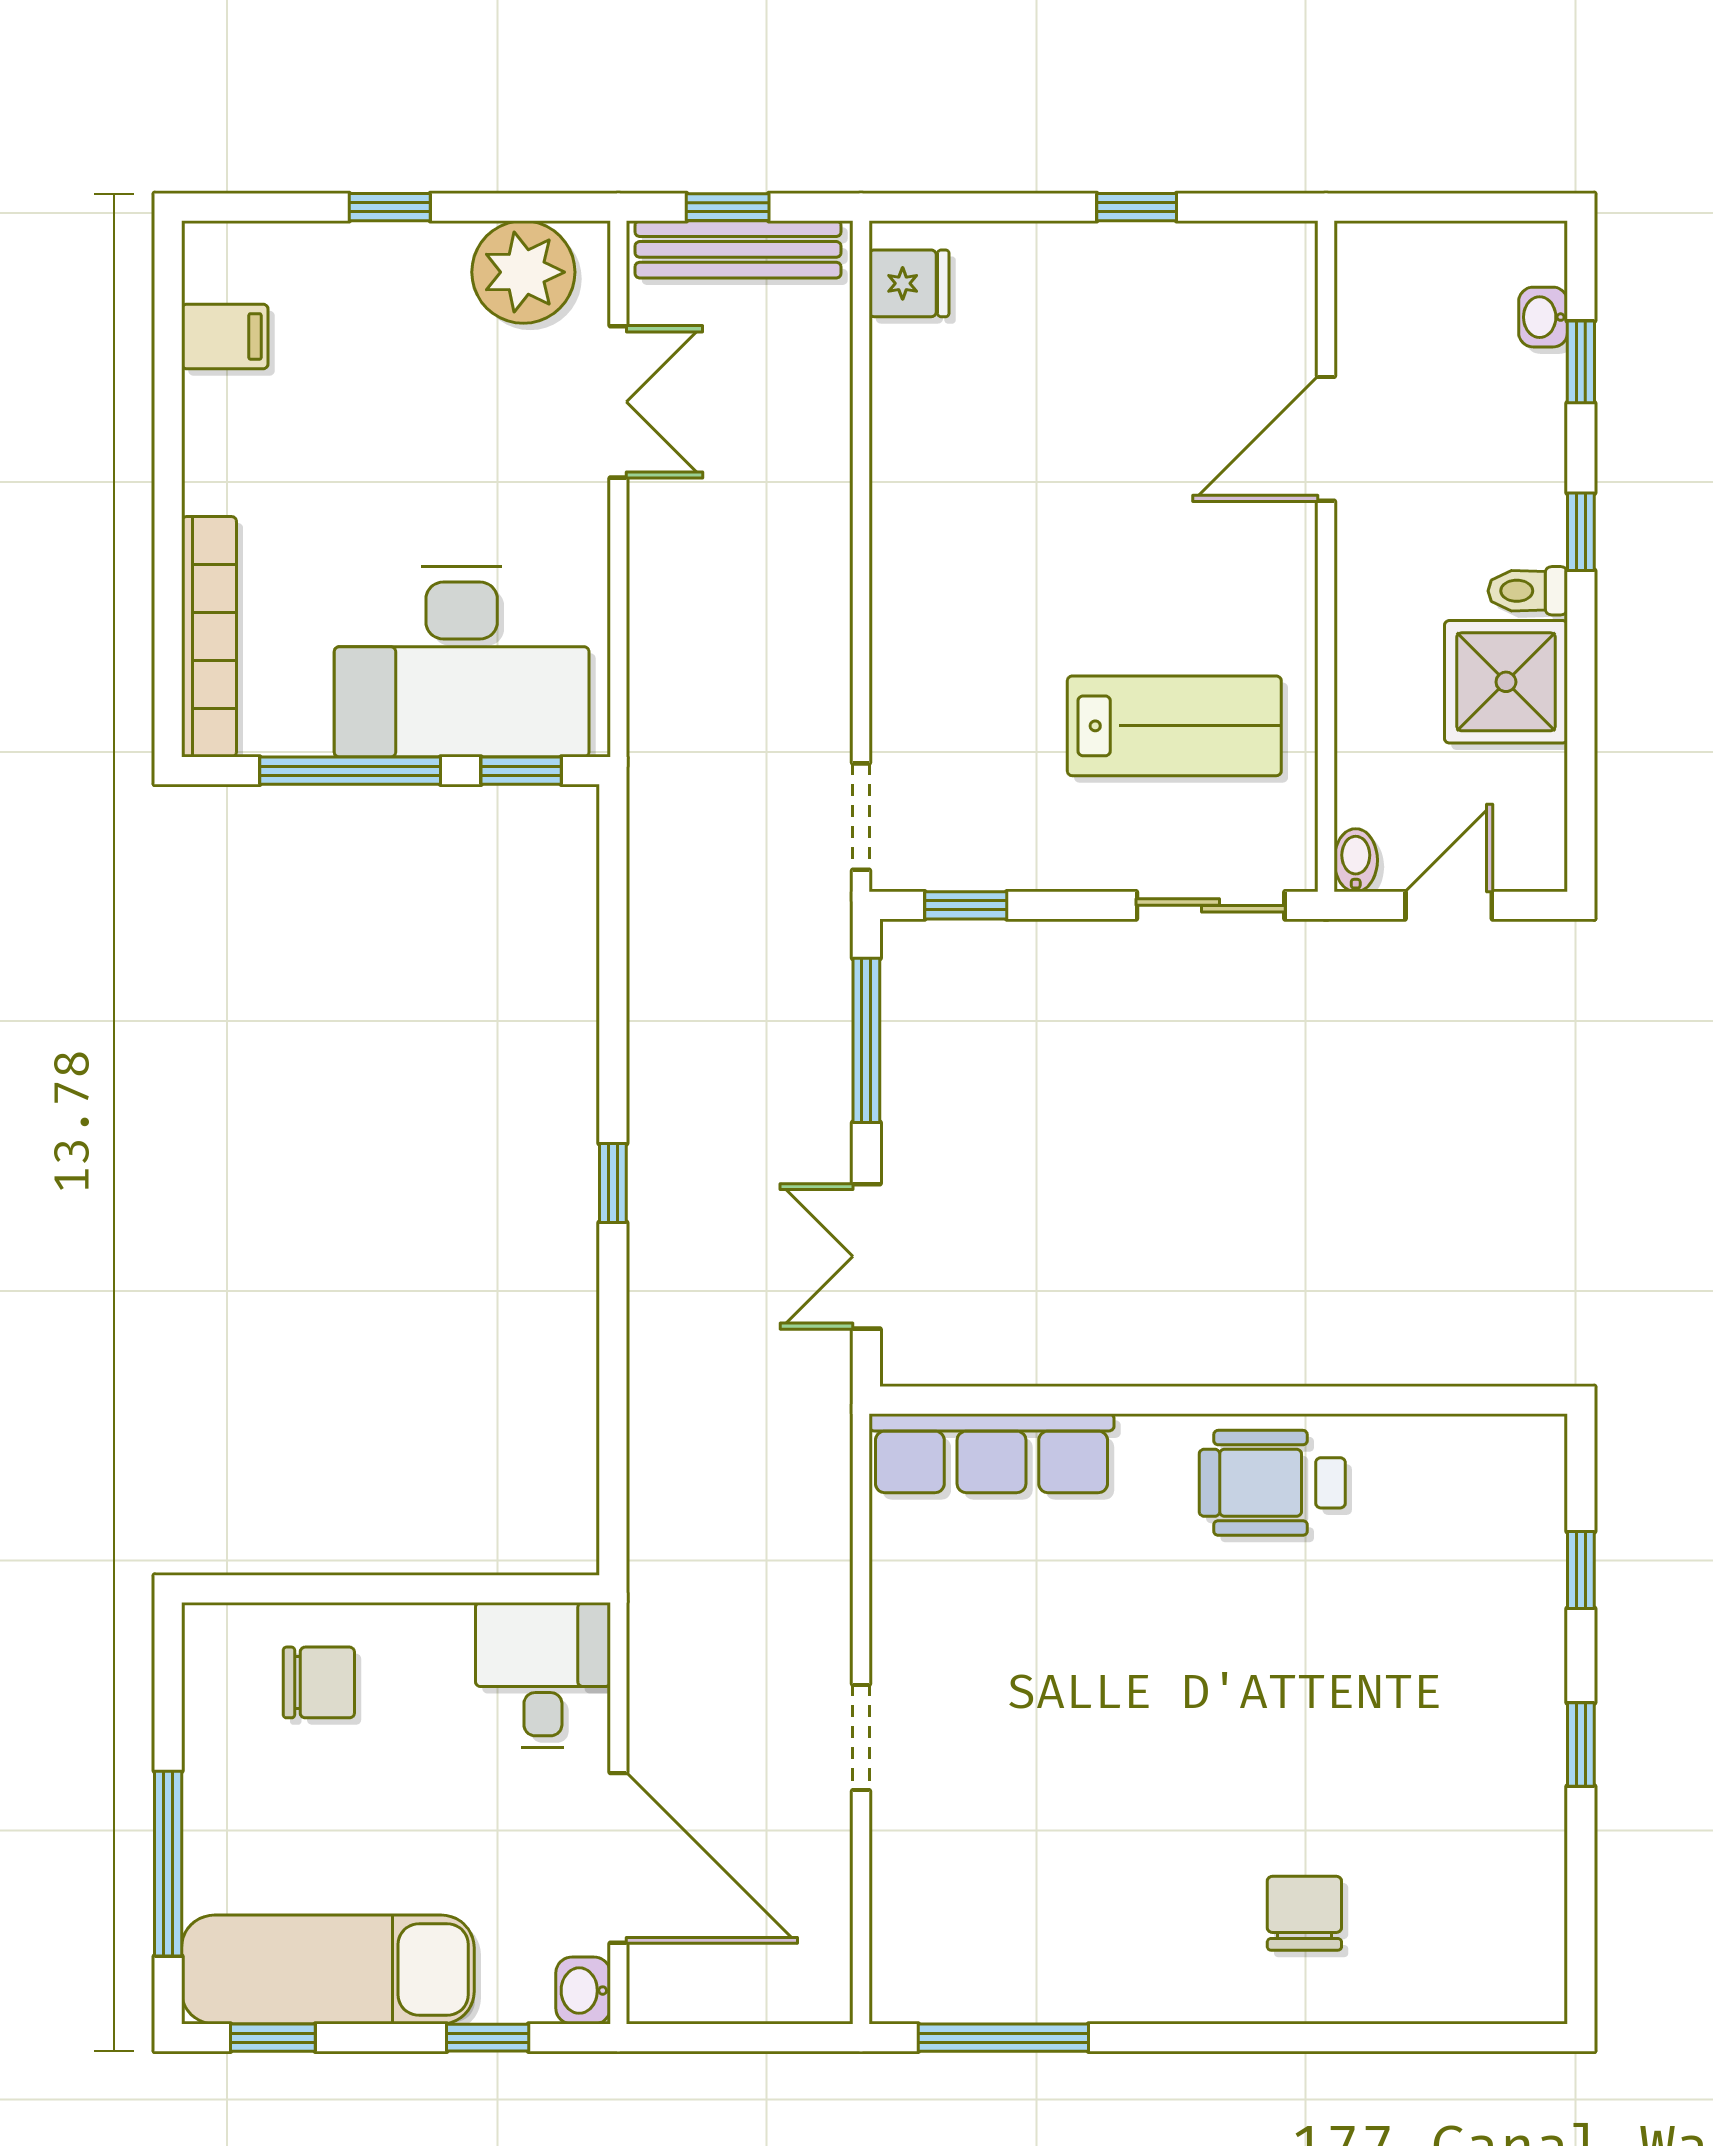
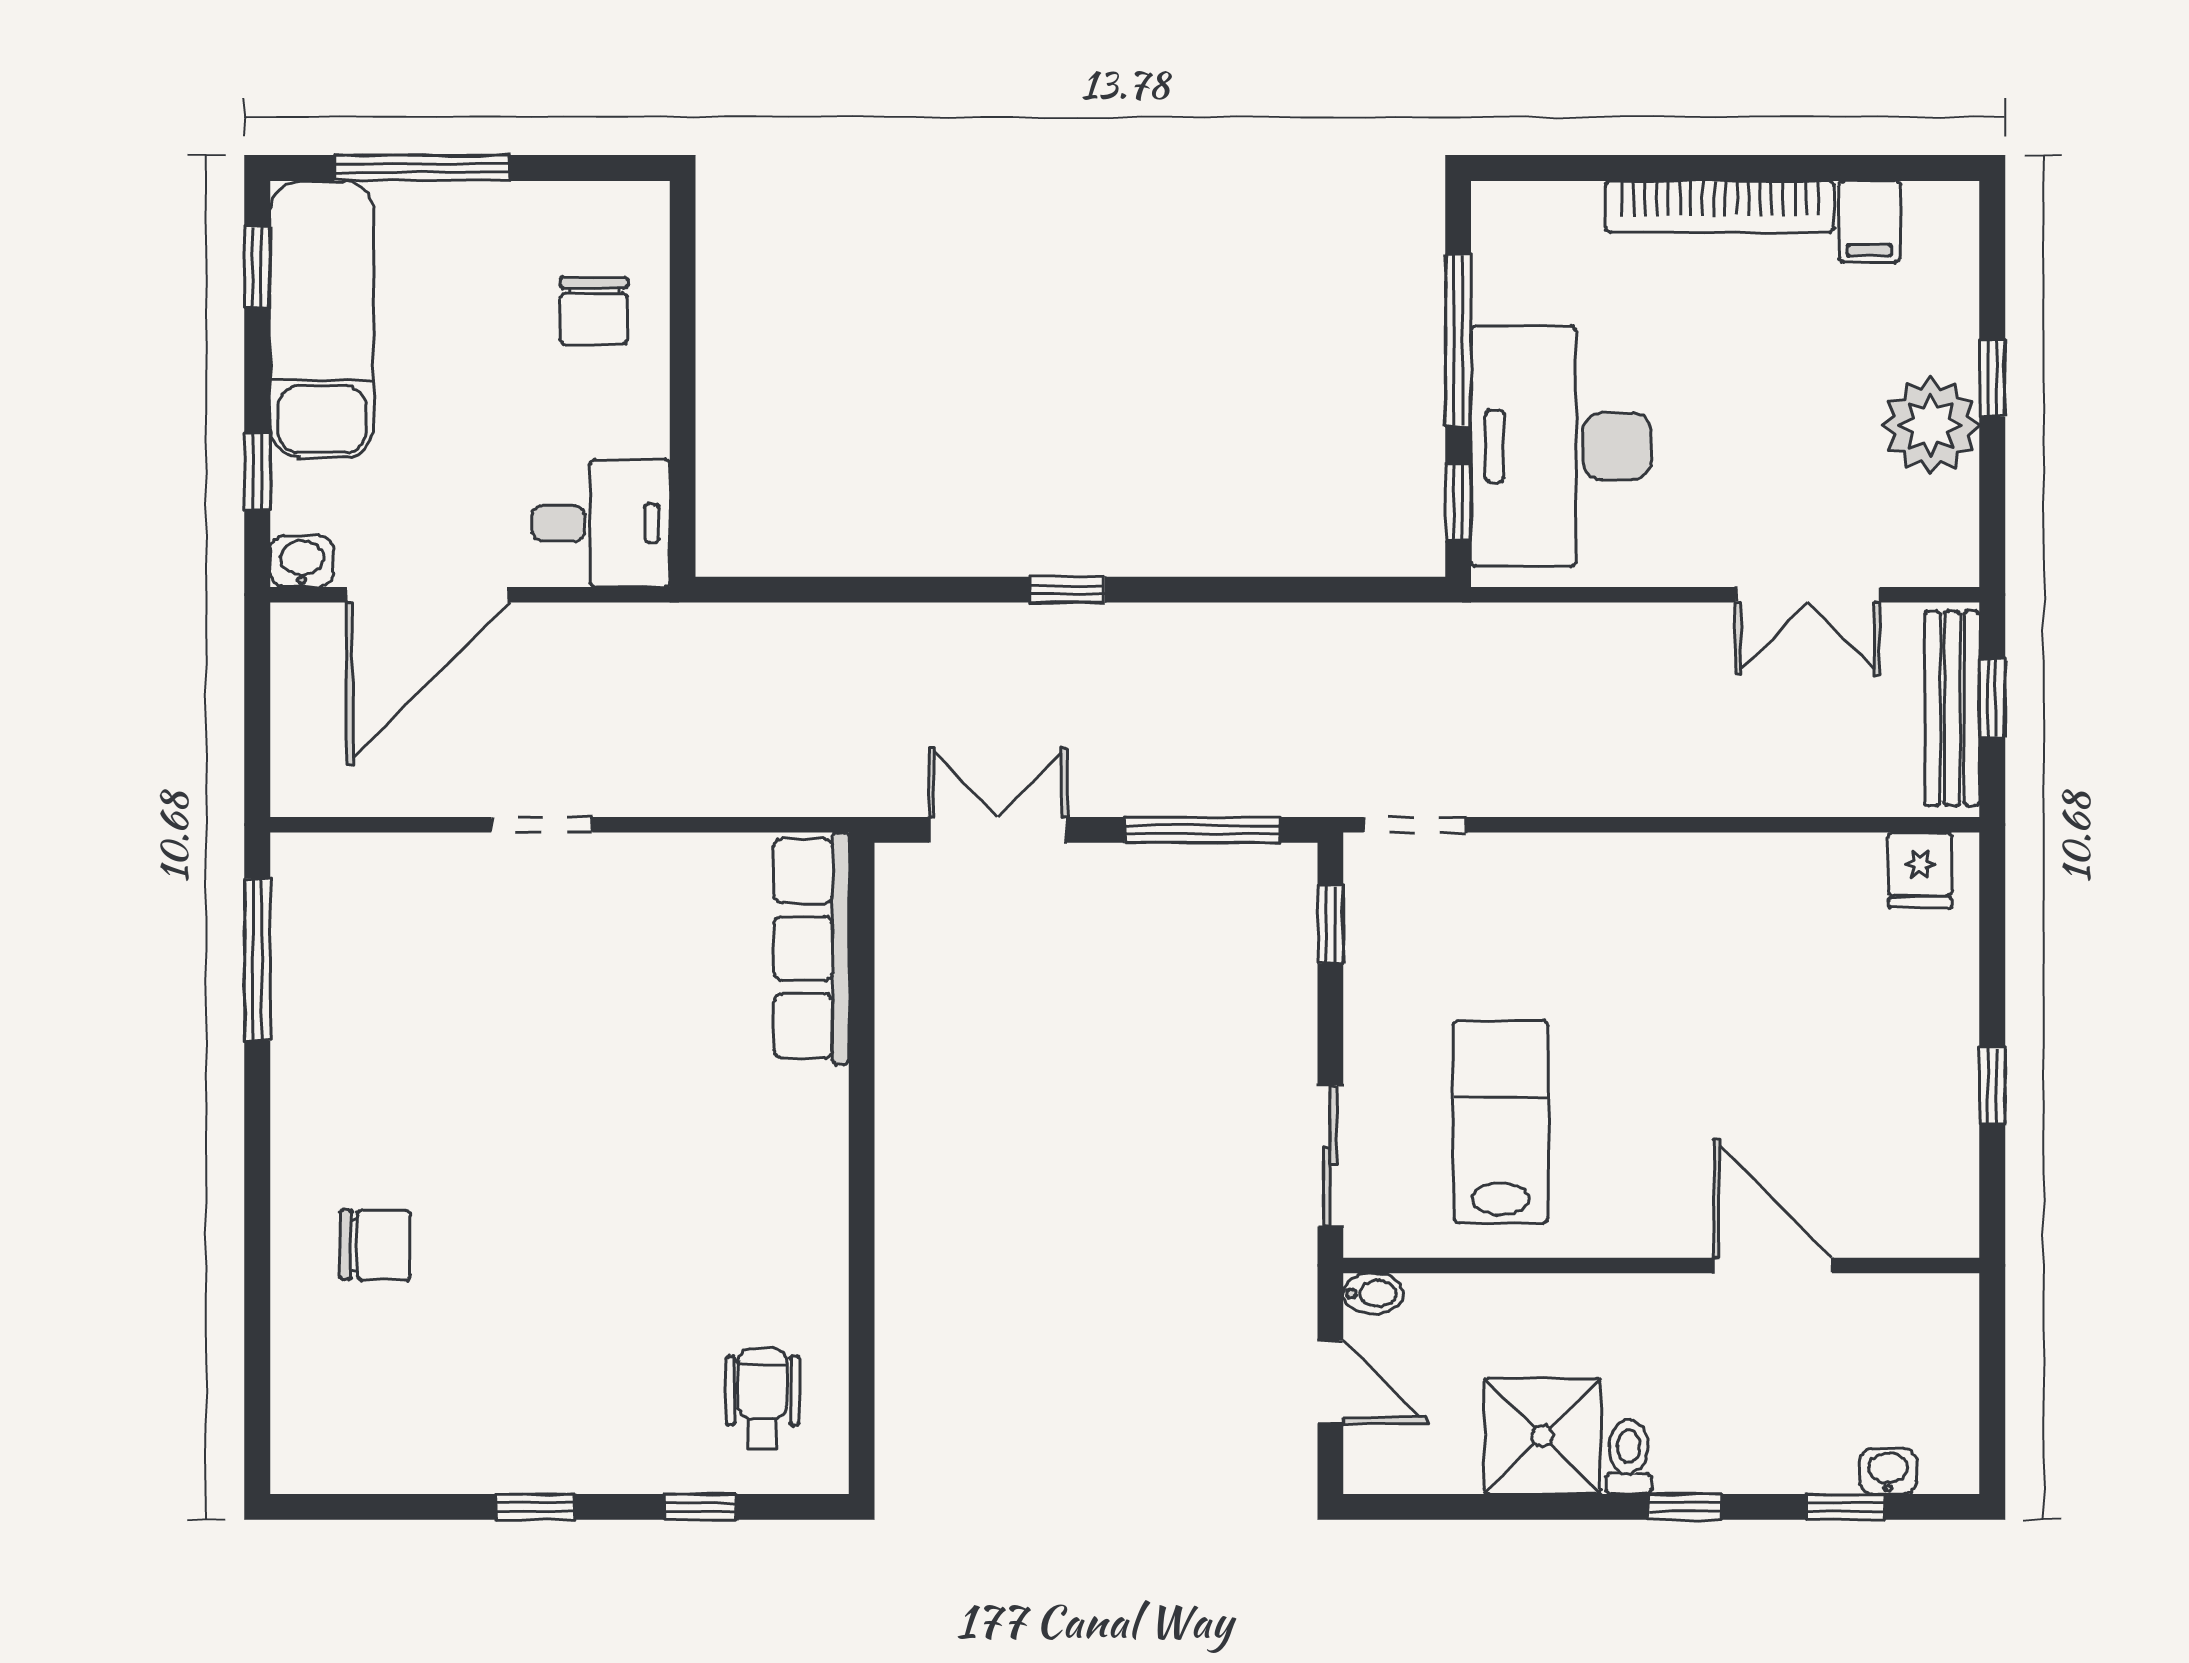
plant: (523, 272) -> (1931, 425), moved
bookcase: (209, 637) -> (1720, 207), moved
lab bench: (1174, 726) -> (1501, 1122), turned 180
wheelchair: (1272, 1483) -> (763, 1399), moved, width x0.73, depth x0.73

